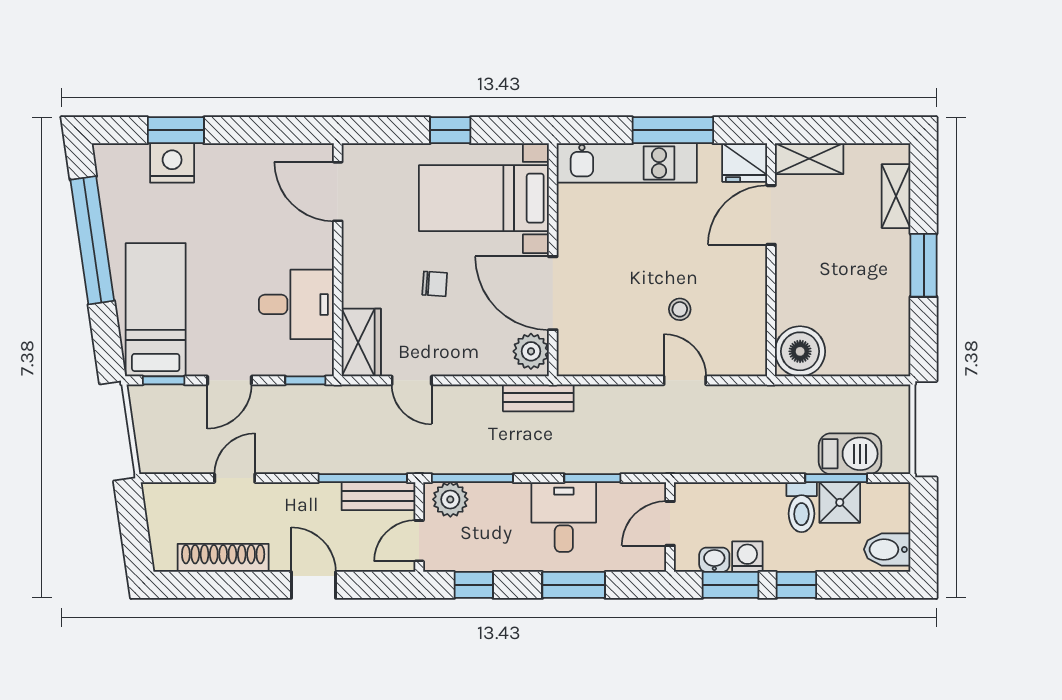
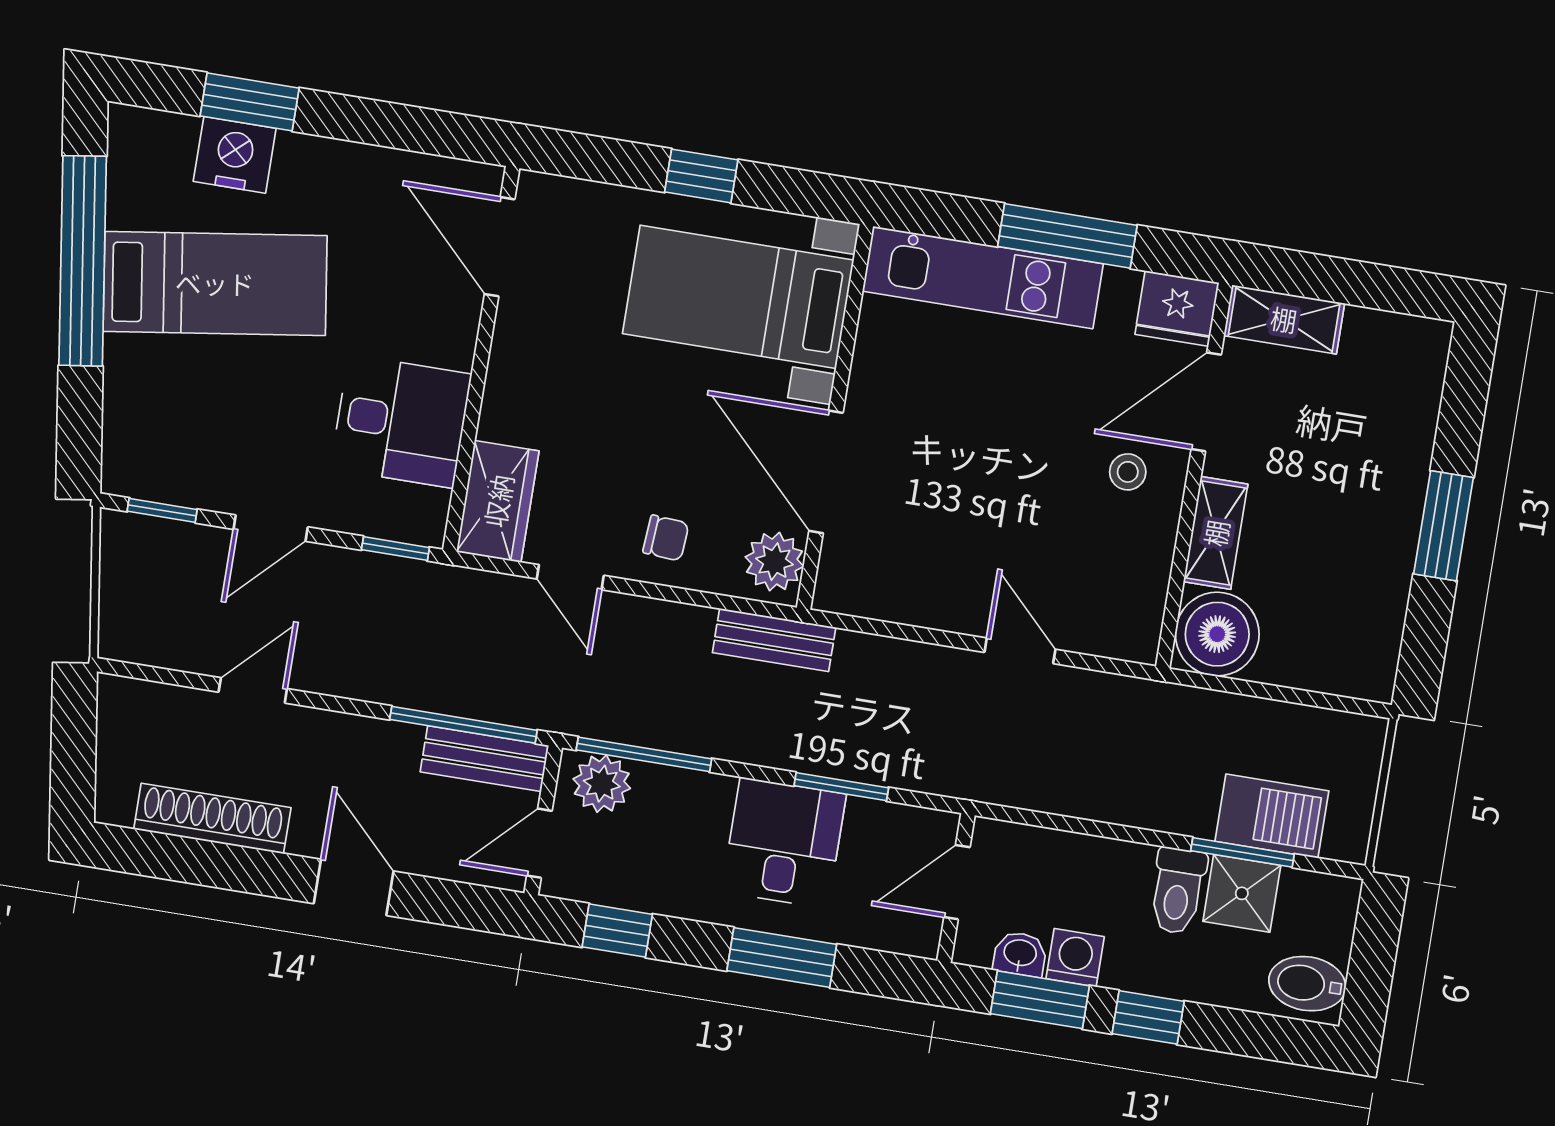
shelving: (896, 196) -> (1216, 533), moved
chair: (435, 284) -> (666, 538), moved
stool: (680, 309) -> (1128, 472), moved
bed: (156, 310) -> (215, 283), moved, turned 82

